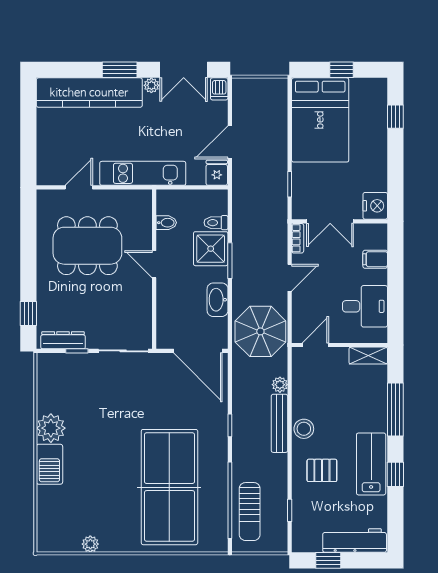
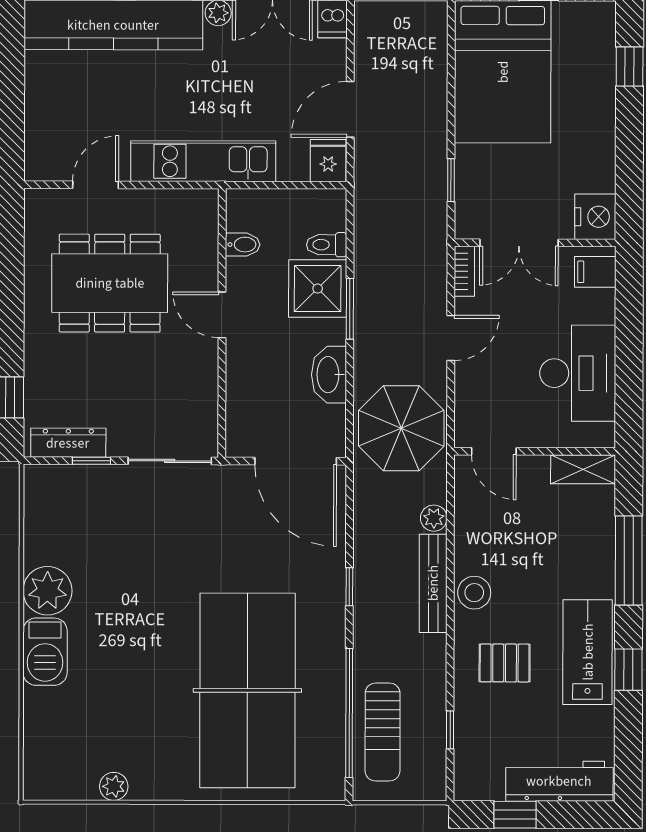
filing cabinet: (375, 259) -> (595, 272), moved
desk: (365, 306) -> (578, 373), width x1.37
door: (315, 345) -> (494, 451), swing flipped

